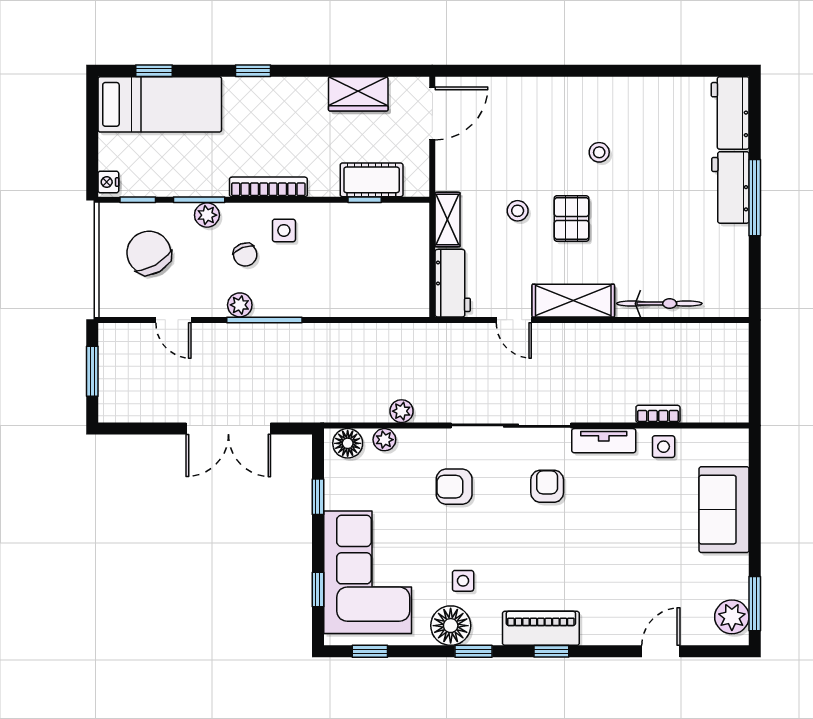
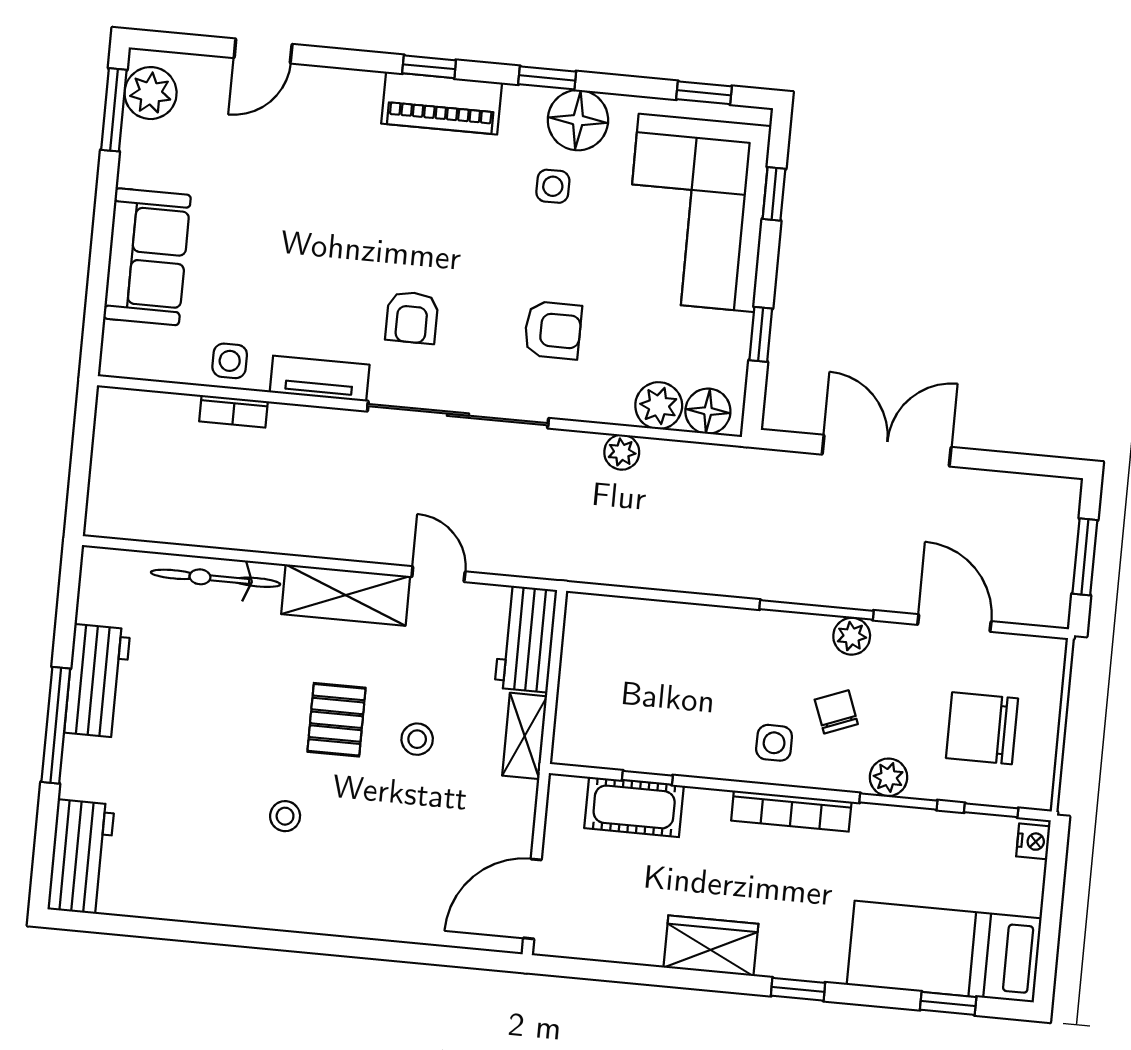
wardrobe: (358, 94) -> (711, 946), moved
workbench: (730, 187) -> (97, 681), moved
chair: (149, 253) -> (982, 728), turned 120
door: (173, 320) -> (954, 623), width x1.38
plant: (384, 440) -> (659, 406), width x1.38, depth x1.38

